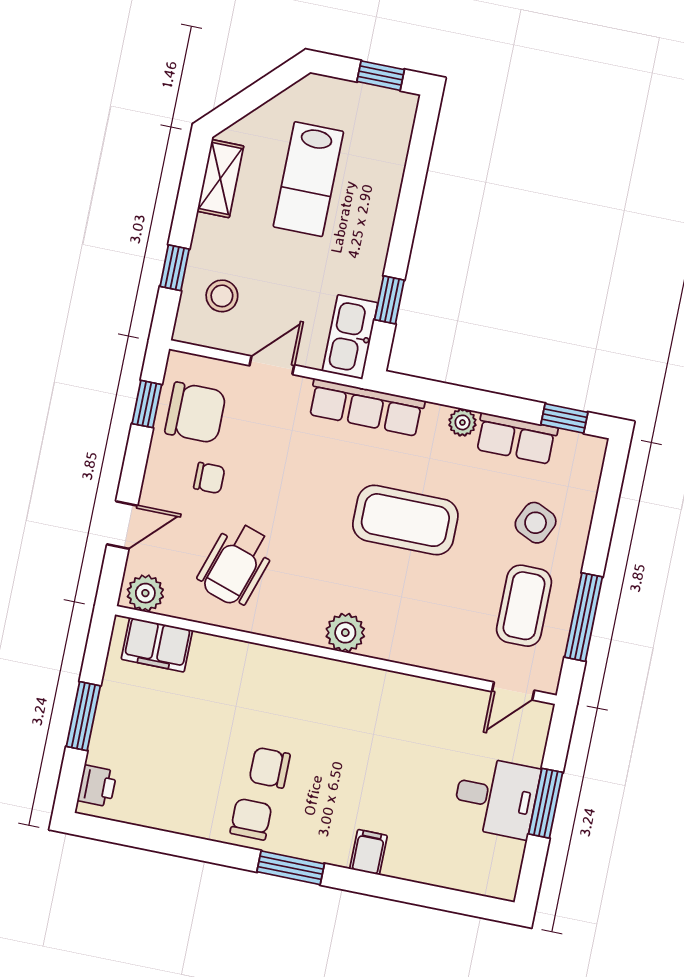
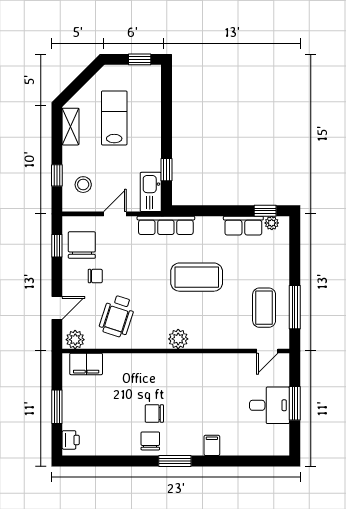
lab bench: (308, 179) -> (114, 118), turned 180
chair: (195, 413) -> (82, 245), turned -90
plant: (462, 422) -> (272, 223), moved
side table: (536, 523) -> (261, 265), removed

